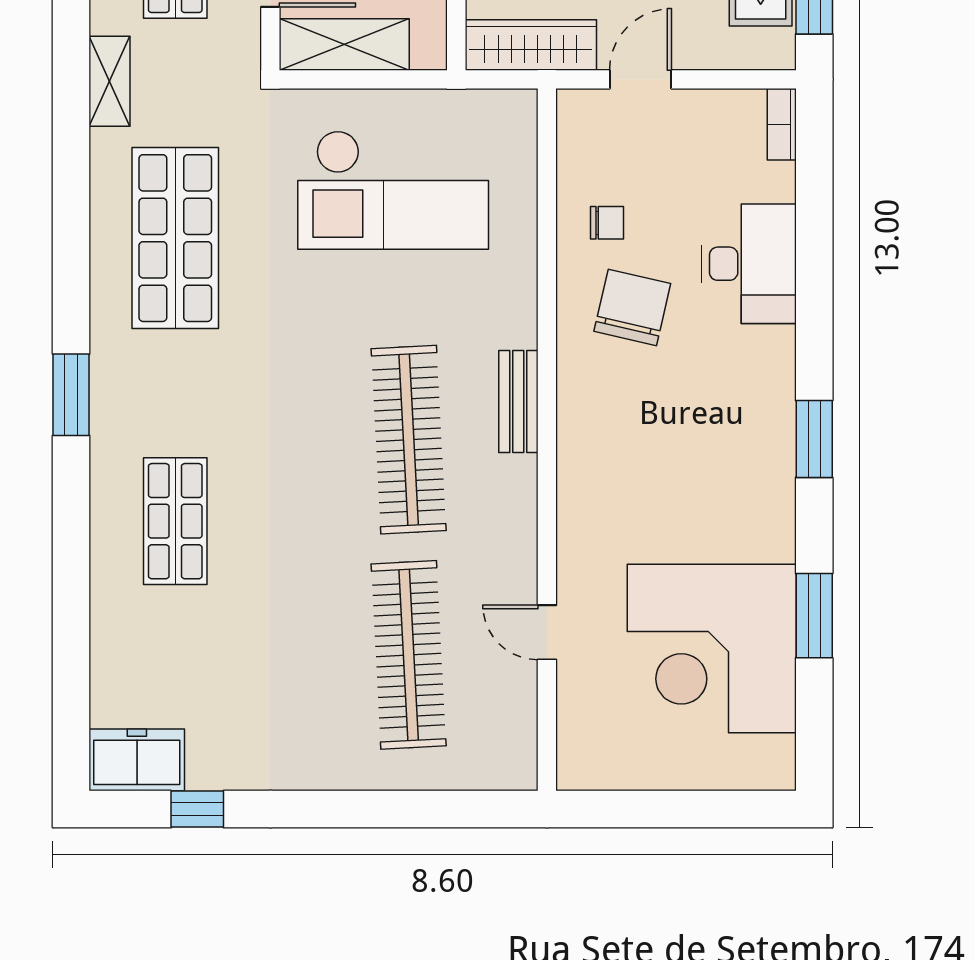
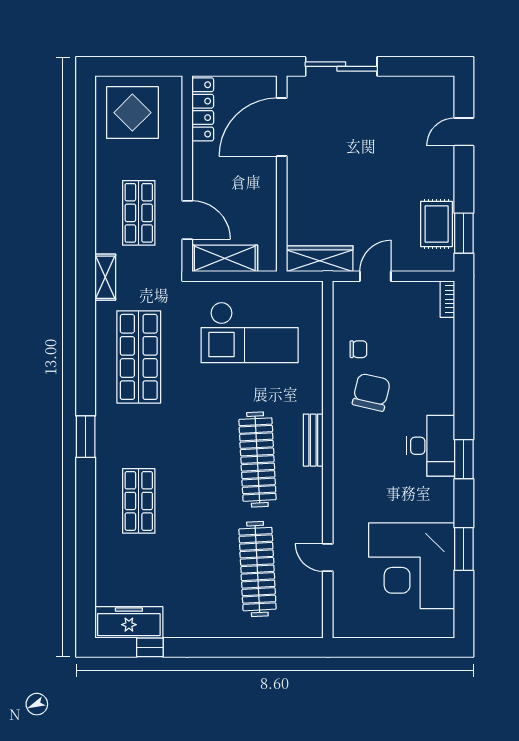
desk: (749, 264) -> (431, 446), moved
freezer: (137, 760) -> (129, 622), width x1.40

